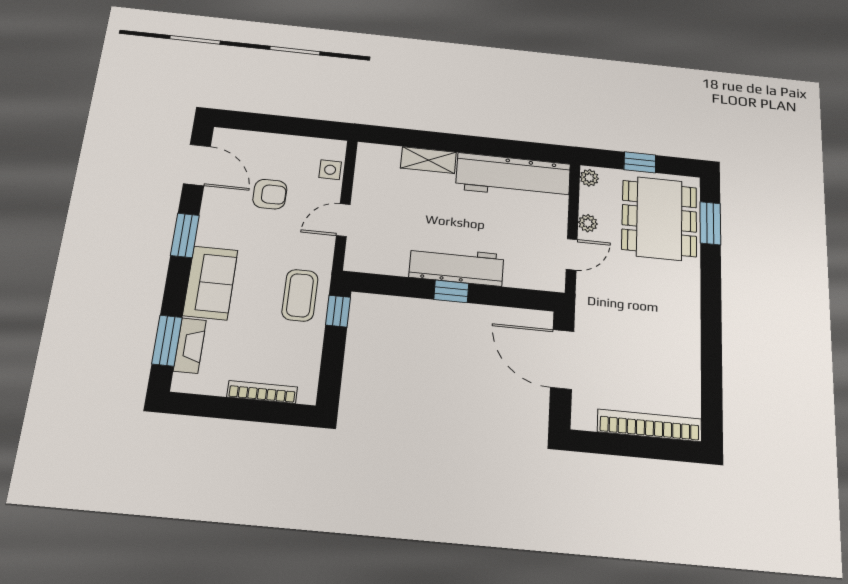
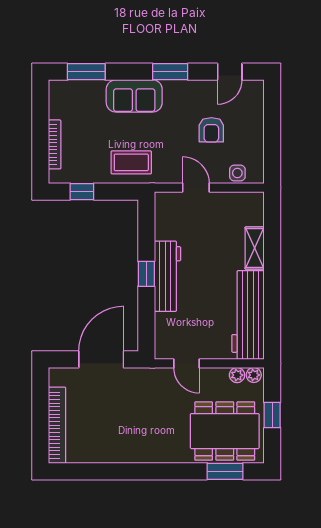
door: (197, 165) -> (230, 72), width x0.73
plant: (588, 223) -> (237, 375), moved
window: (338, 311) -> (82, 192), moved
fireplace: (190, 346) -> (84, 88), removed

